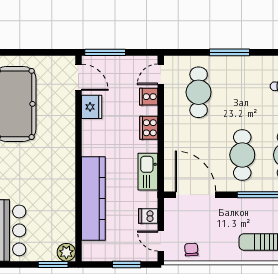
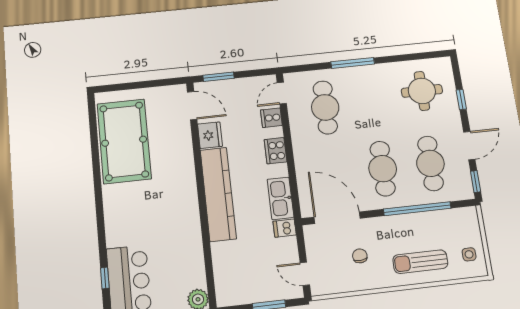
window: (105, 52) -> (218, 77), width x0.69
kitchen counter: (93, 199) -> (218, 194), moved
dishwasher: (148, 216) -> (285, 228), moved
chair: (191, 250) -> (360, 256), moved

